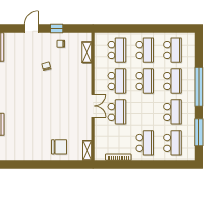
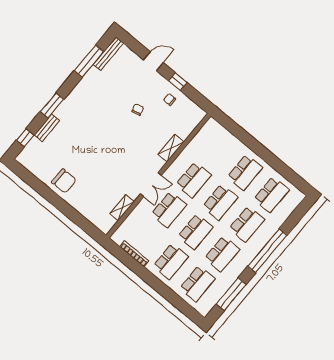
school desk: (117, 50) -> (195, 232), moved
shelving: (87, 52) -> (171, 148), moved
chair: (59, 147) -> (64, 181), moved
shelving: (87, 150) -> (122, 208), moved

